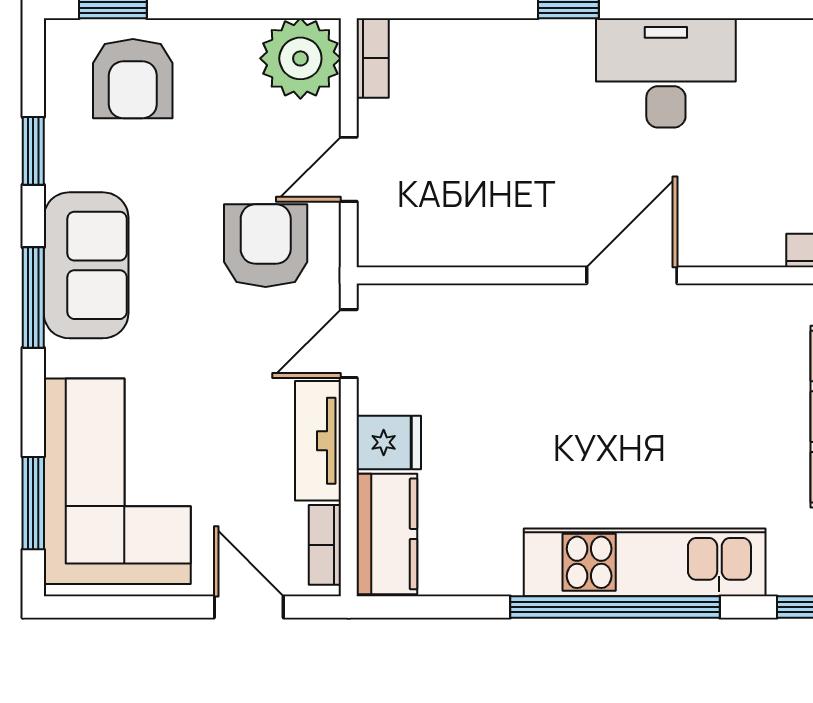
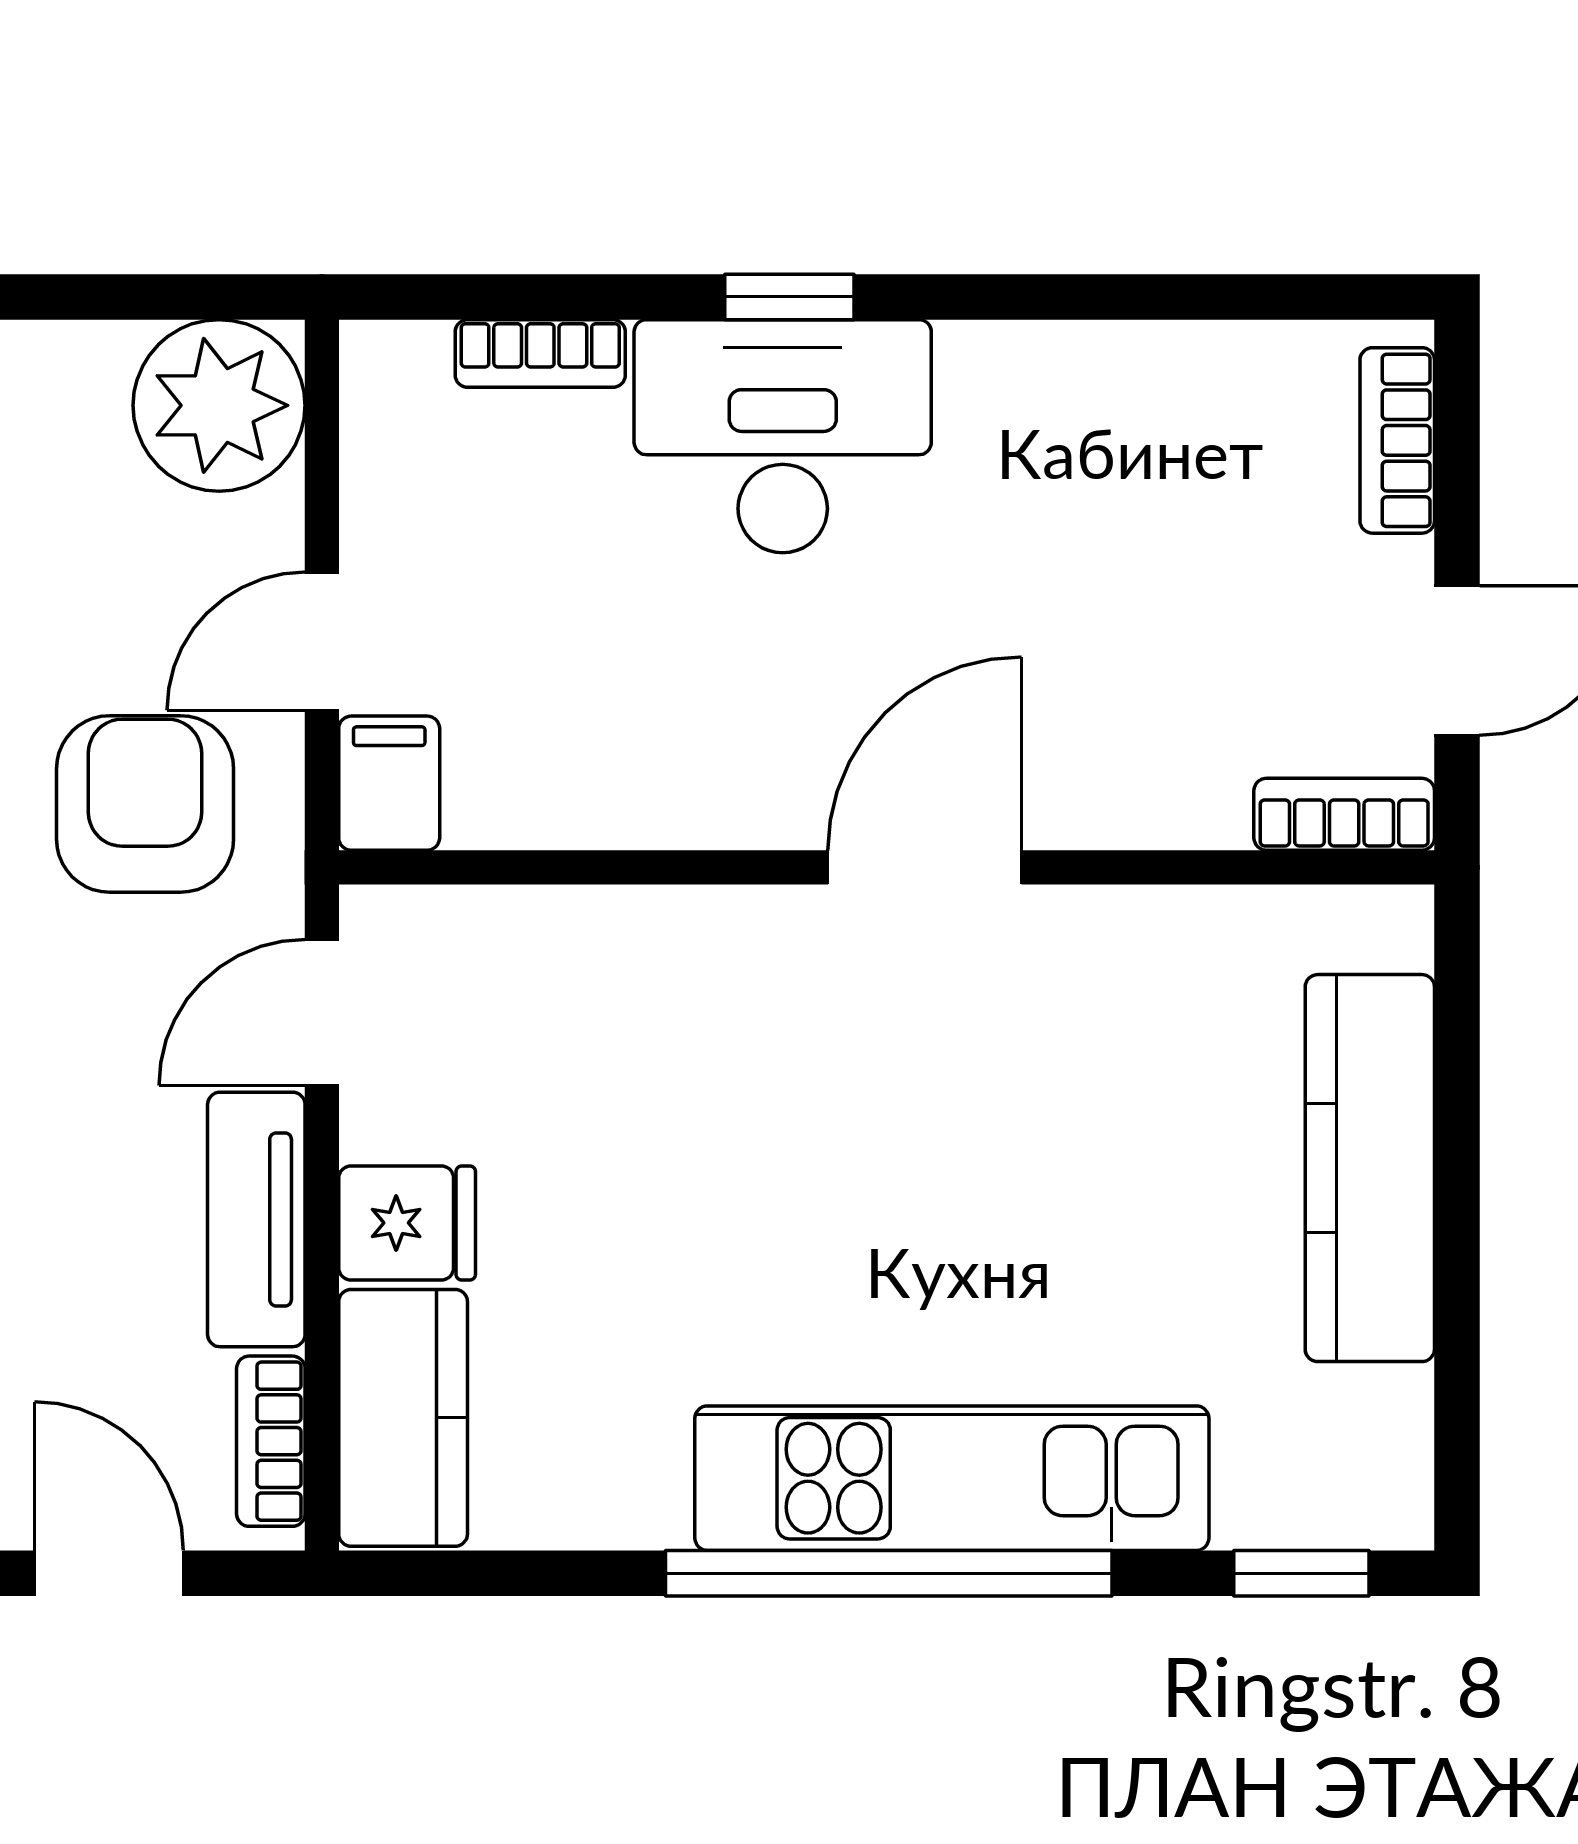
bookcase: (373, 58) -> (540, 354), moved, turned 90
desk: (666, 73) -> (783, 436), moved
filing cabinet: (380, 236) -> (389, 783), added

